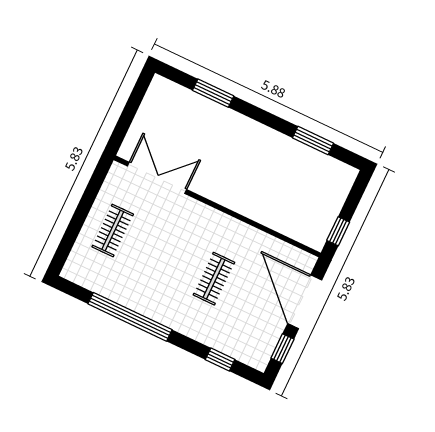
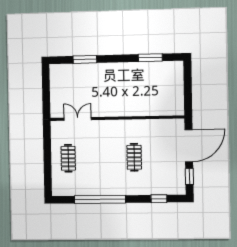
double door: (157, 178) -> (78, 119), width x0.73
window: (338, 231) -> (188, 99), removed
door: (305, 302) -> (189, 146), swing flipped

